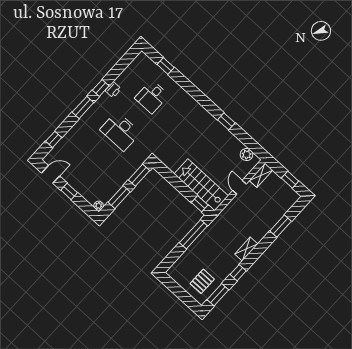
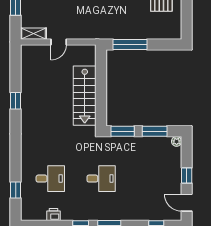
printer: (113, 90) -> (53, 215), moved
desk: (120, 131) -> (101, 179), width x0.73
plant: (247, 155) -> (27, 60), removed
stairs: (201, 185) -> (85, 96), moved
window: (200, 204) -> (101, 62), removed

